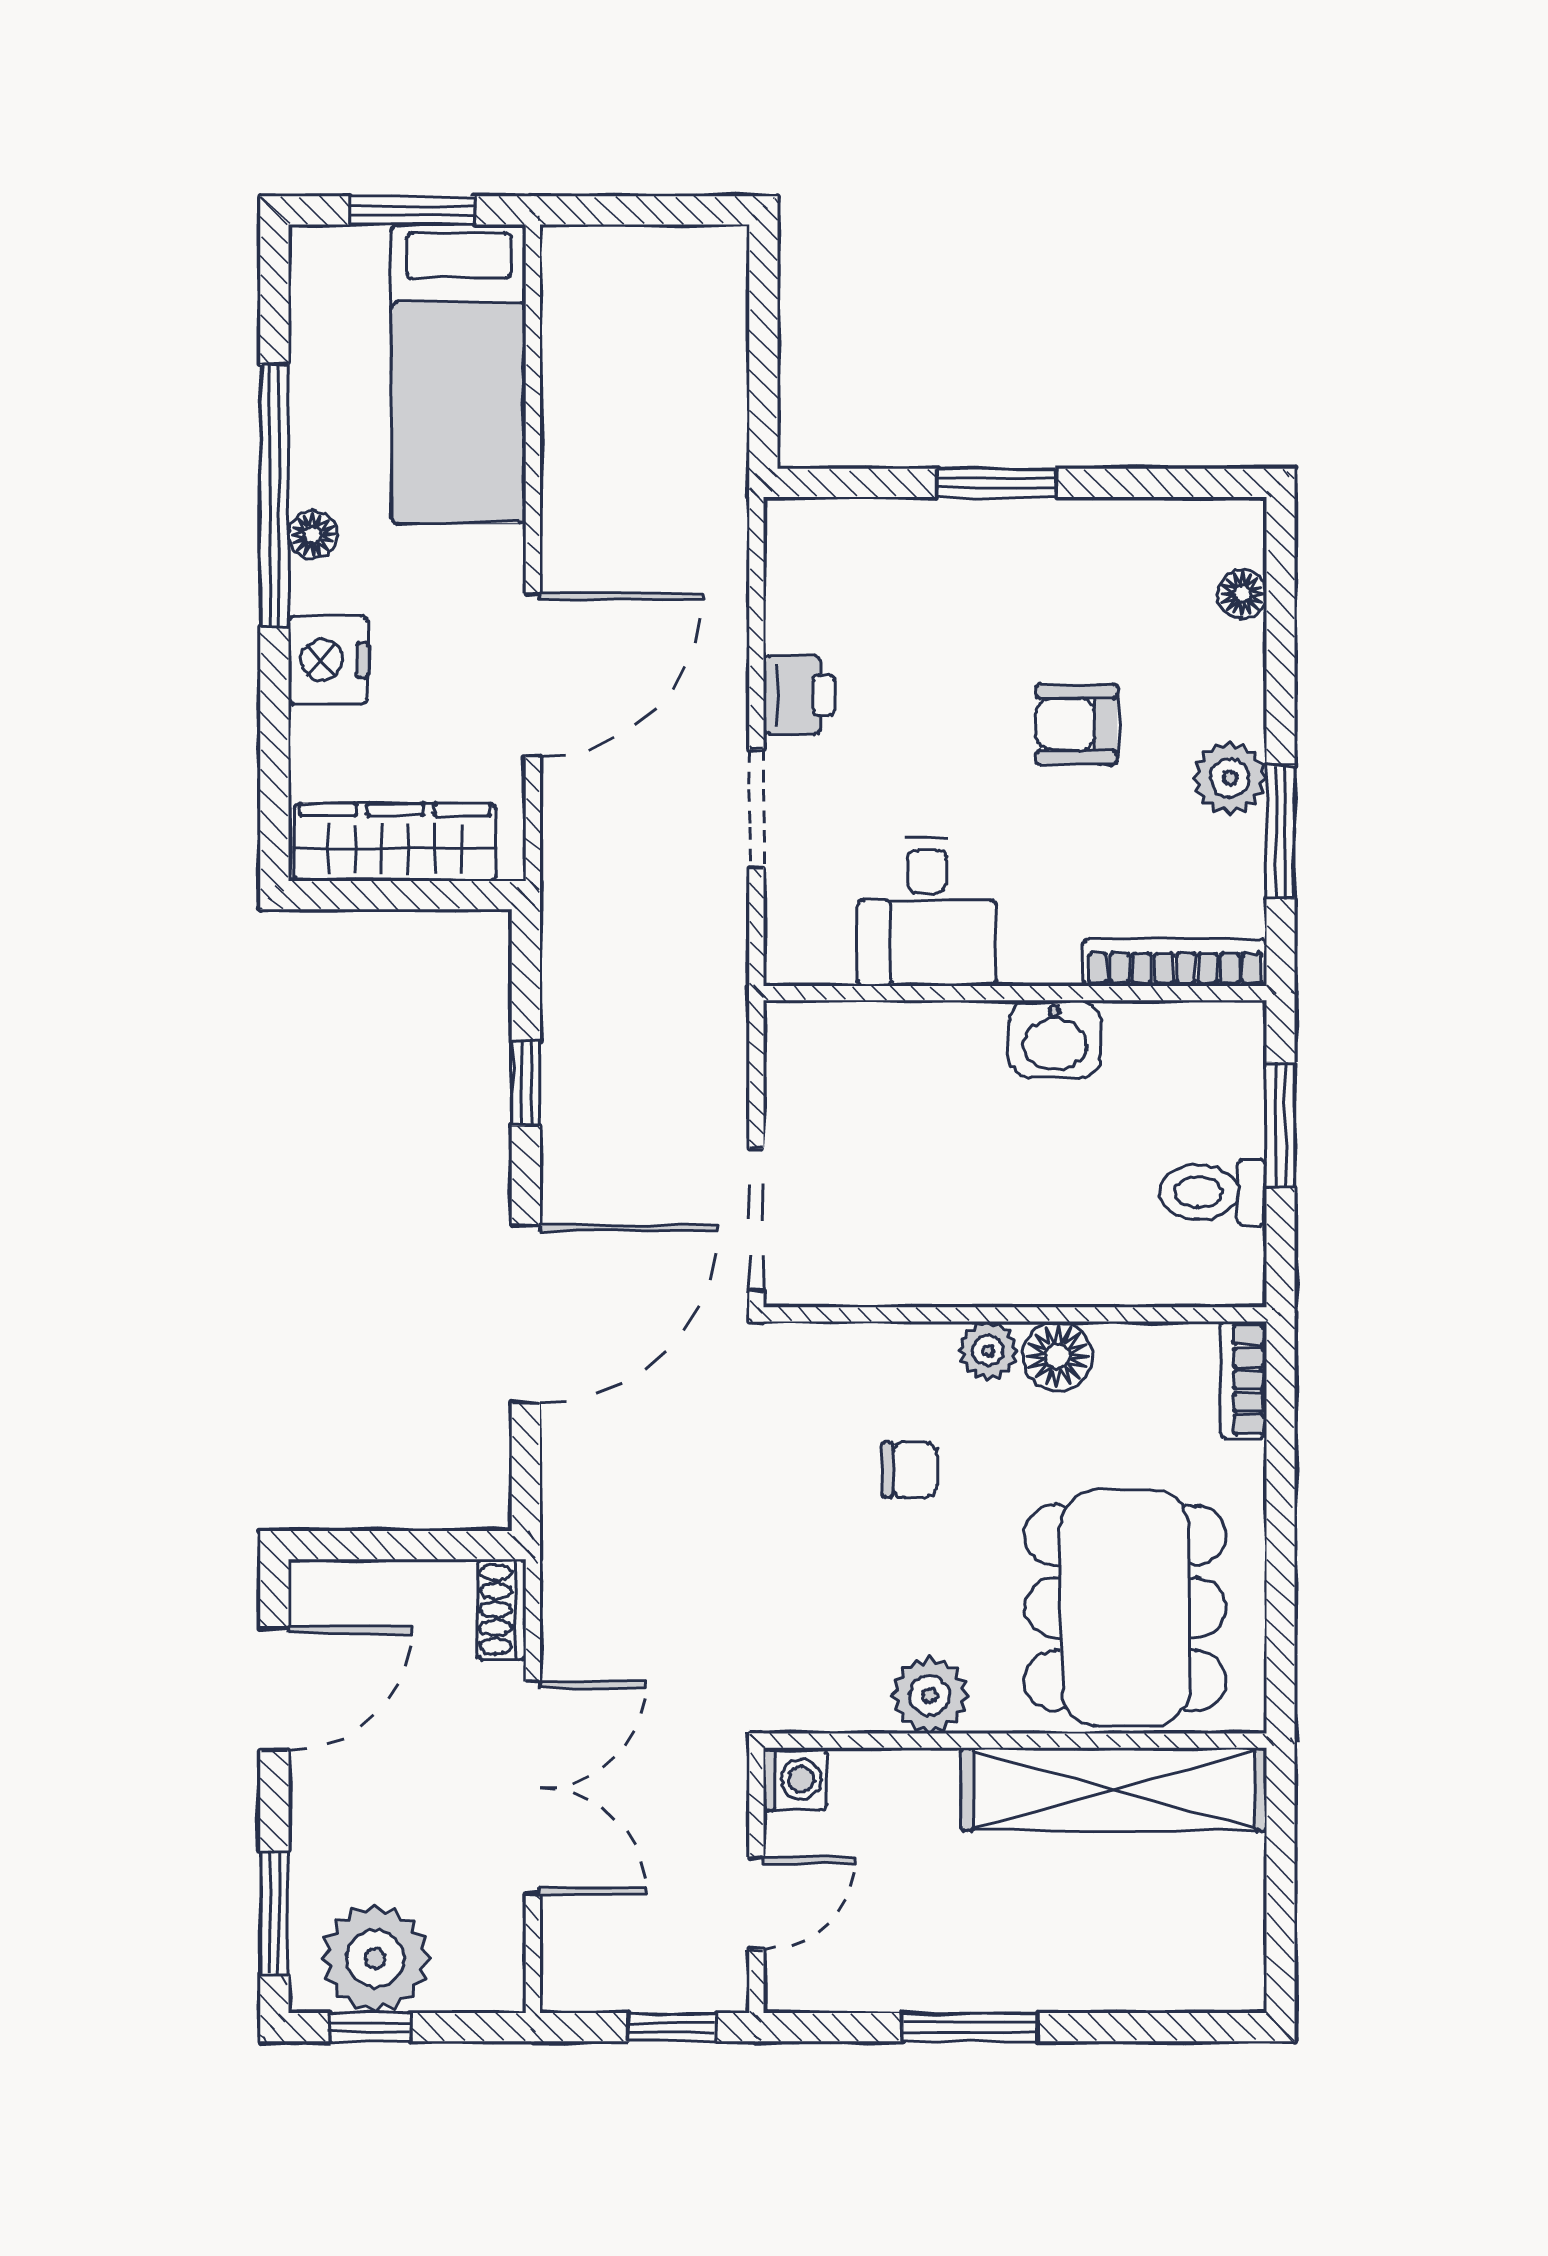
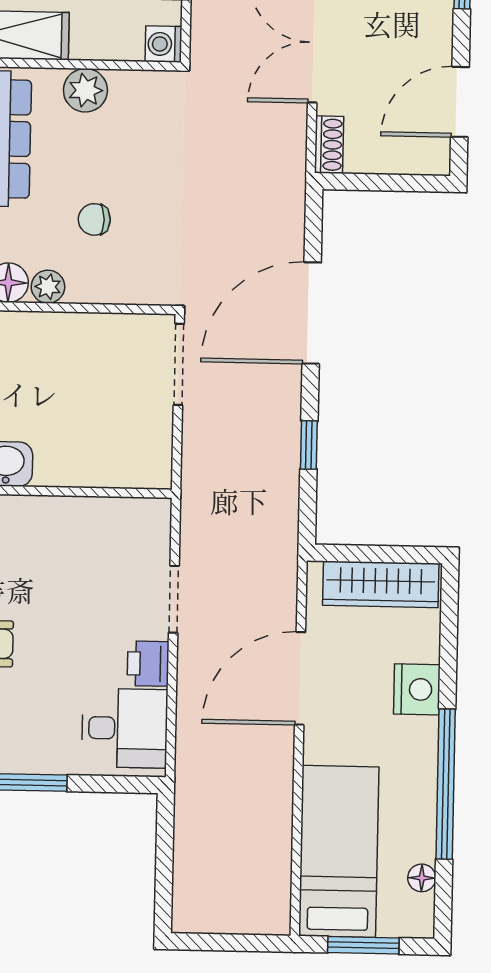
floor lamp: (313, 535) -> (422, 878), moved
desk: (927, 912) -> (125, 728), moved, turned 90

